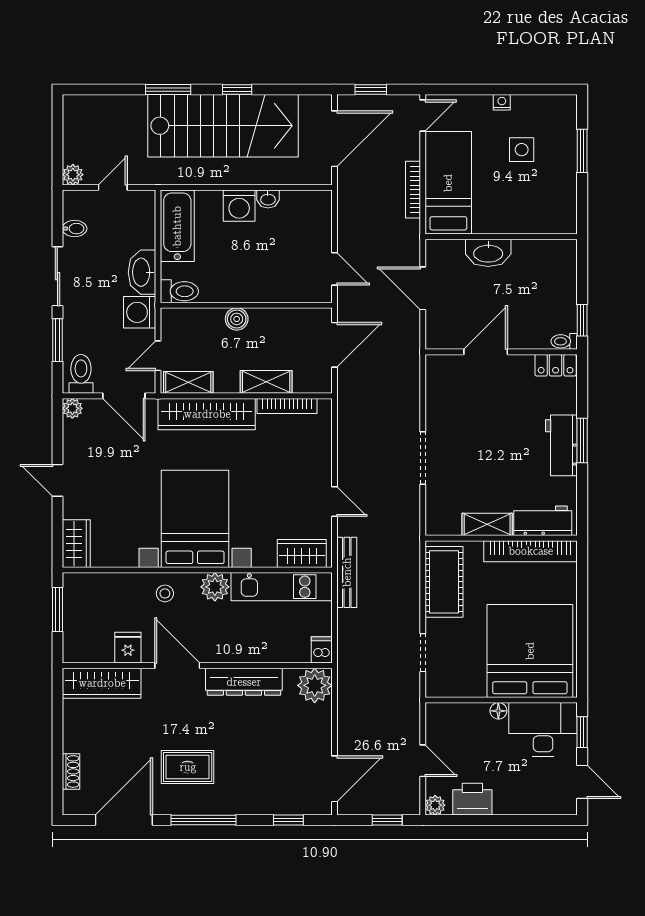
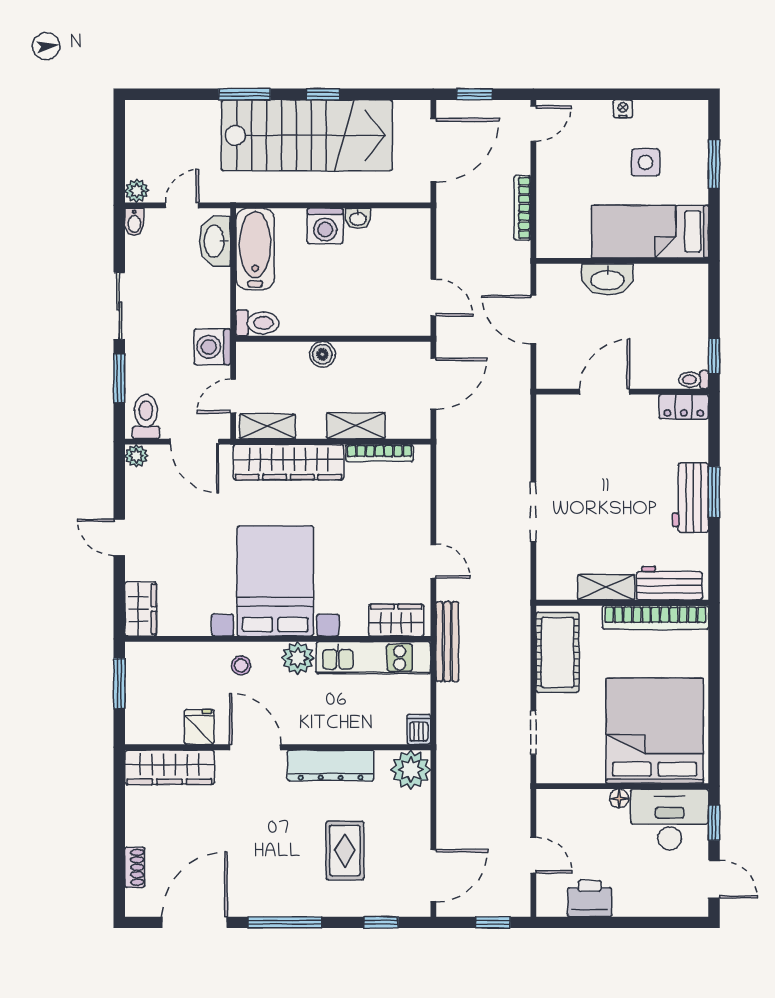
bed: (448, 183) -> (650, 232), moved, turned -90
bidet: (75, 229) -> (134, 222), moved, turned 90
washbasin: (142, 272) -> (215, 241), moved
rug: (188, 767) -> (345, 851), moved, turned 90
plant: (435, 805) -> (547, 905), removed

